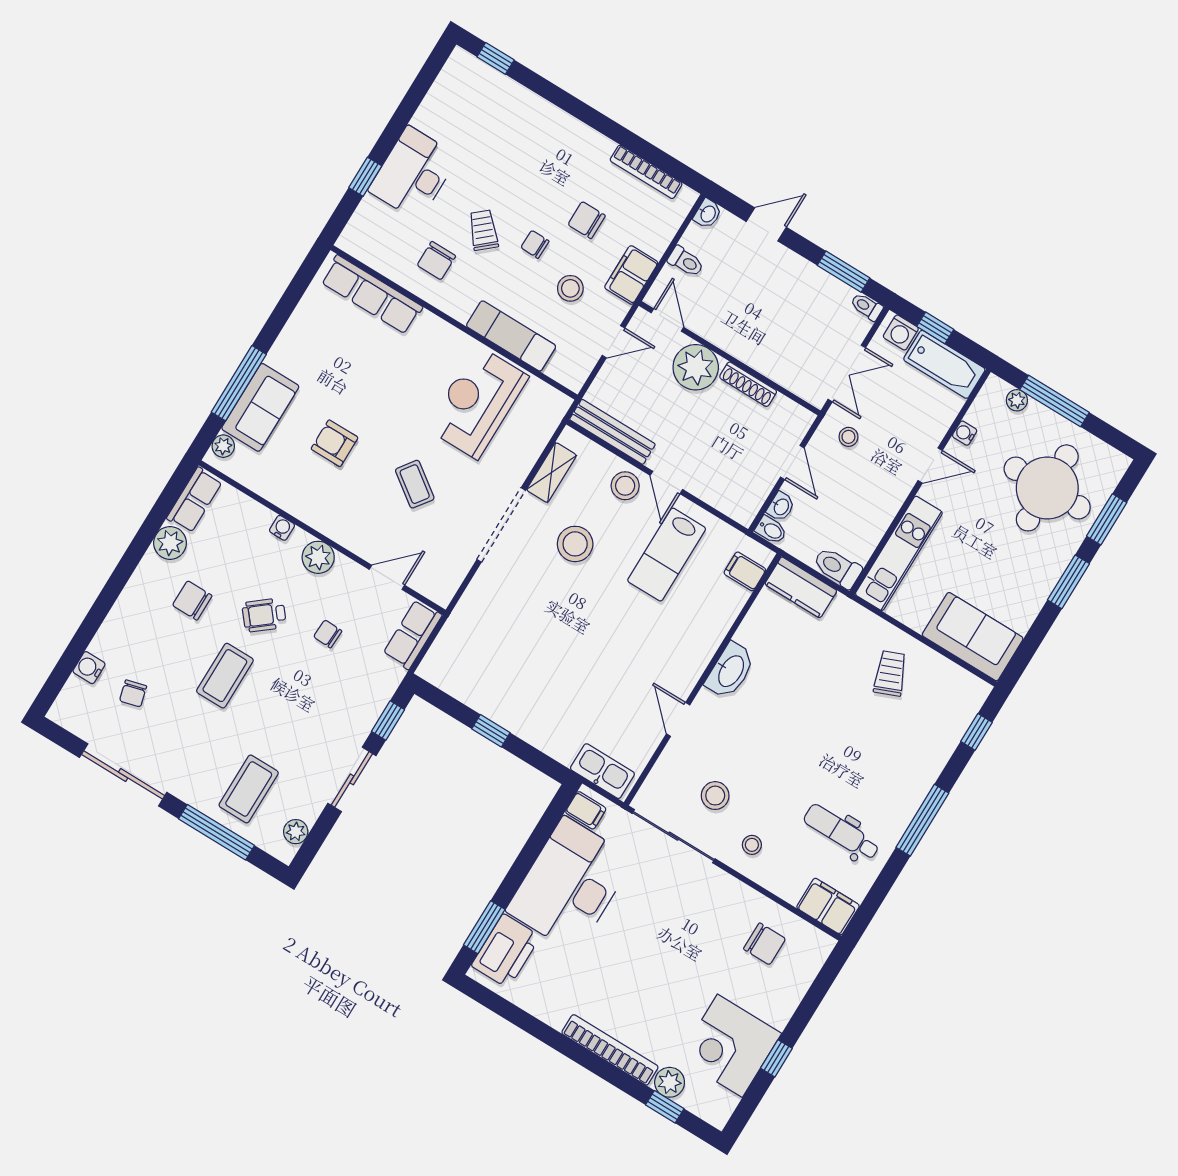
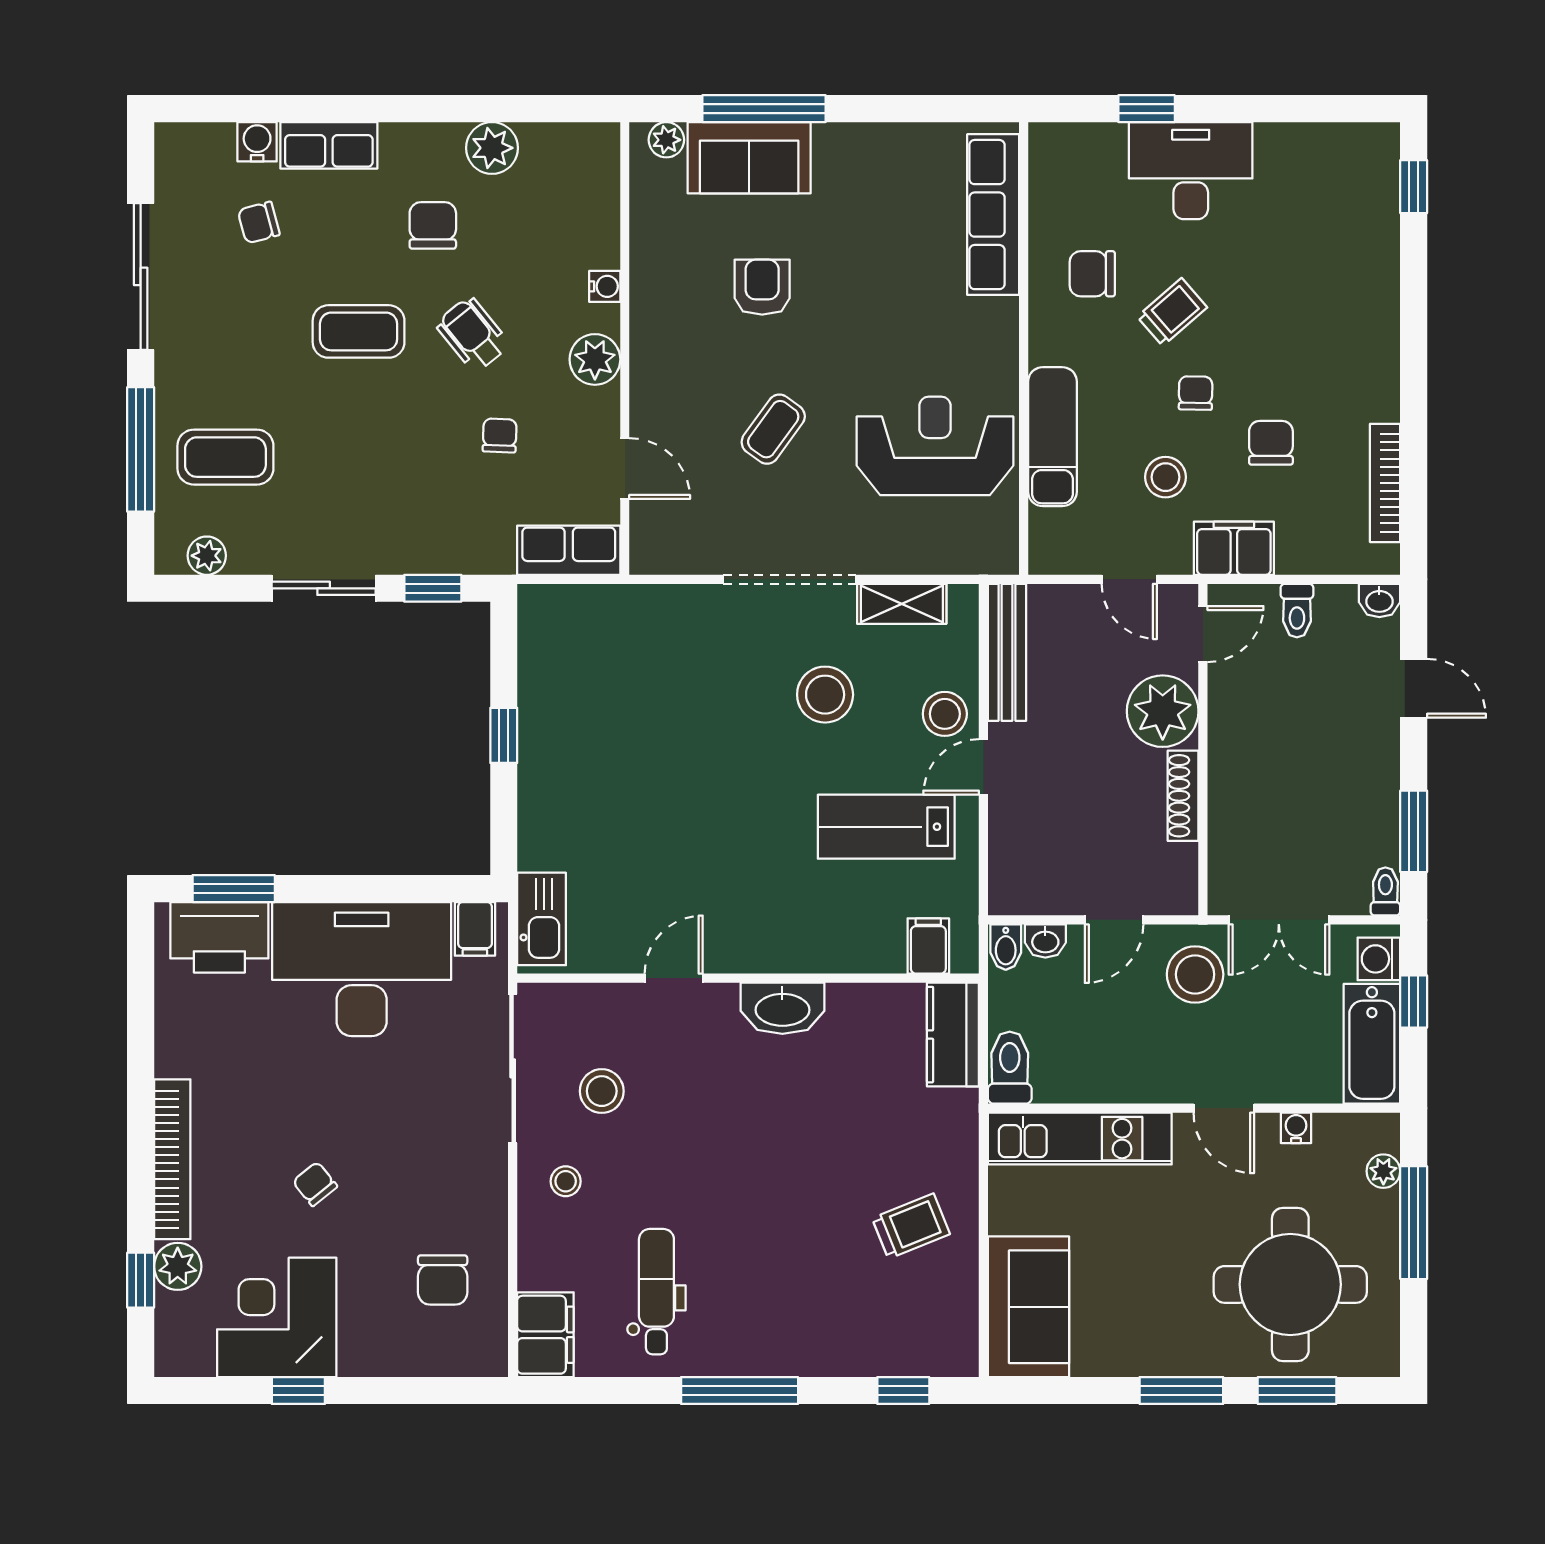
stool: (848, 437) -> (1195, 974), width x1.89, depth x1.89
row of seats: (194, 500) -> (329, 145), moved
chair: (670, 981) -> (315, 1184), added

